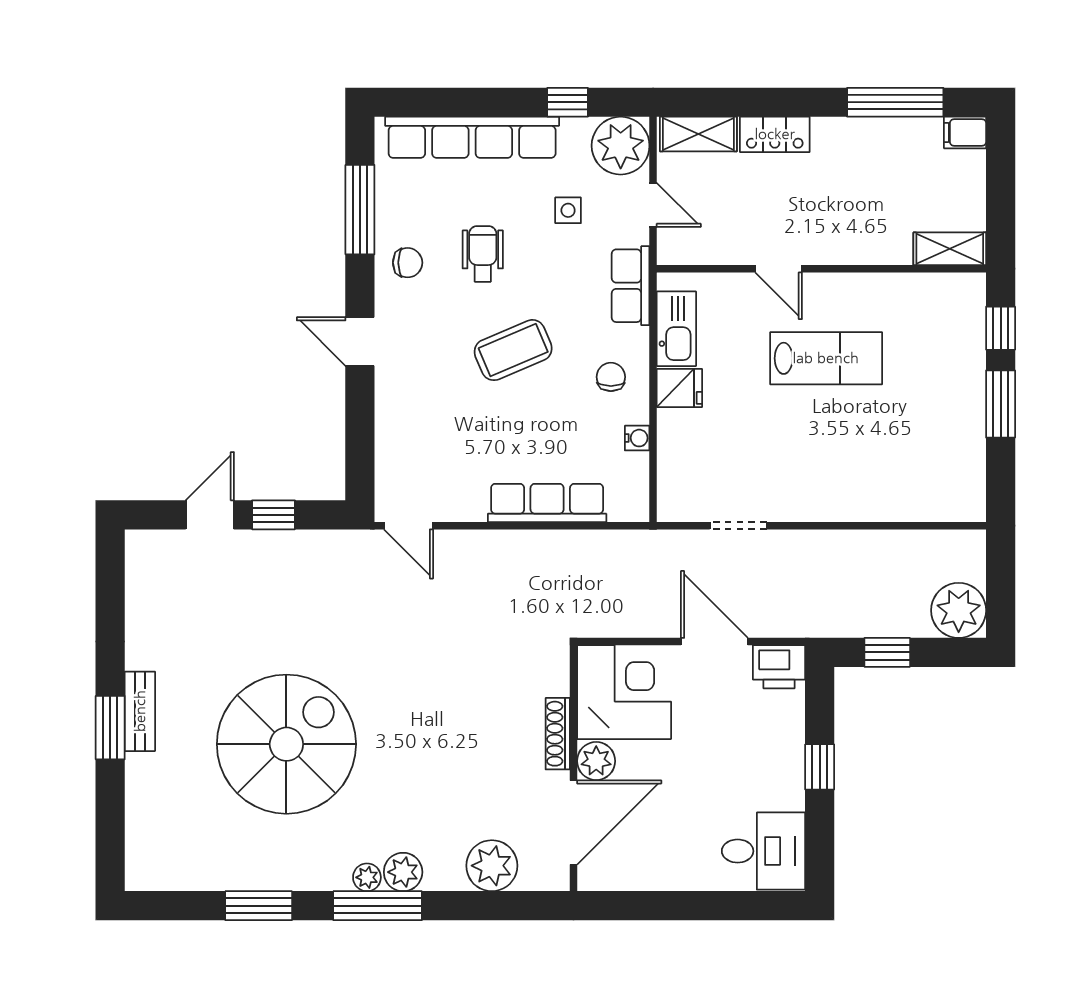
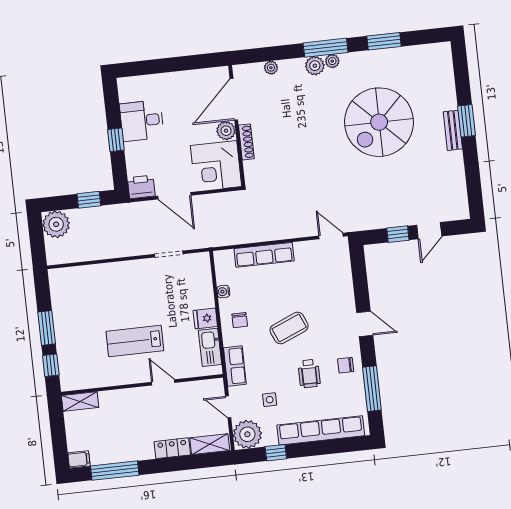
desk: (763, 851) -> (142, 121), moved
plant: (492, 866) -> (271, 68), width x0.53, depth x0.53

